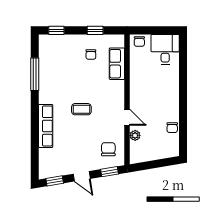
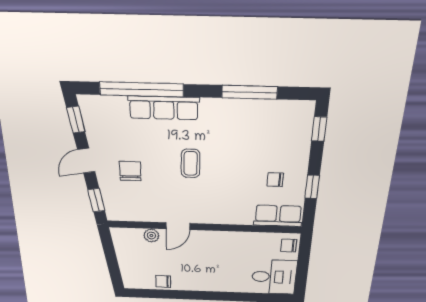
row of seats: (117, 64) -> (278, 216), moved
window: (35, 139) -> (141, 89), added
chair: (108, 149) -> (130, 171), moved, turned -90

